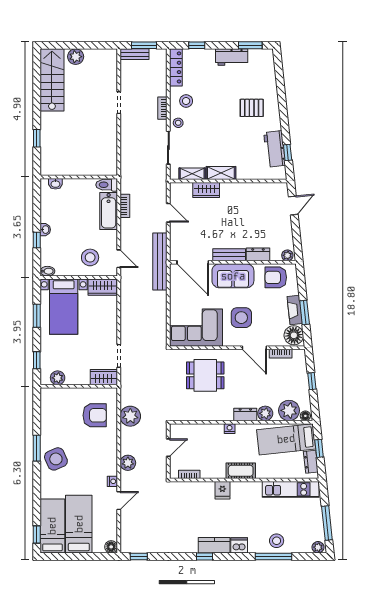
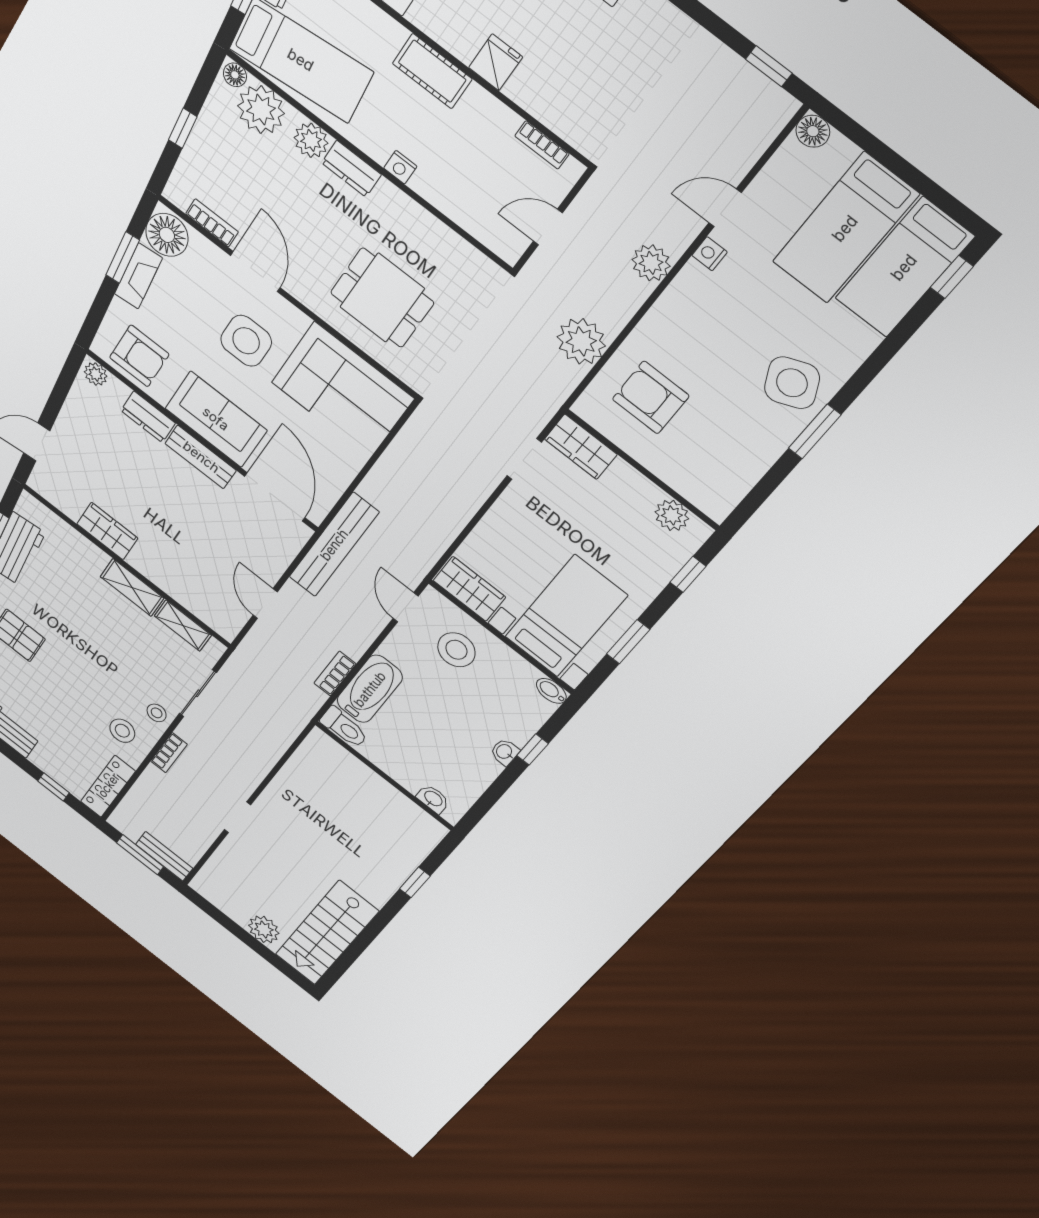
wardrobe: (206, 190) -> (107, 531), moved

